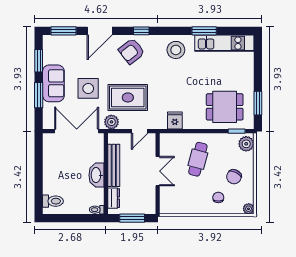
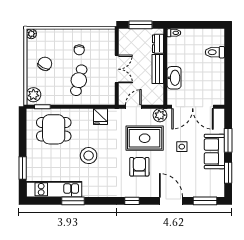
door: (100, 31) -> (171, 201), hinge flipped
stool: (176, 50) -> (89, 156), moved
armchair: (132, 51) -> (139, 167), moved, turned -52
side table: (88, 88) -> (182, 147), width x0.54, depth x0.54
window: (258, 103) -> (23, 168), moved
bench: (114, 165) -> (158, 69), width x0.73
double door: (158, 171) -> (117, 69), swing flipped
washbasin: (96, 175) -> (174, 78), moved
chair: (218, 197) -> (79, 50), moved
toilet: (53, 201) -> (215, 52), moved

